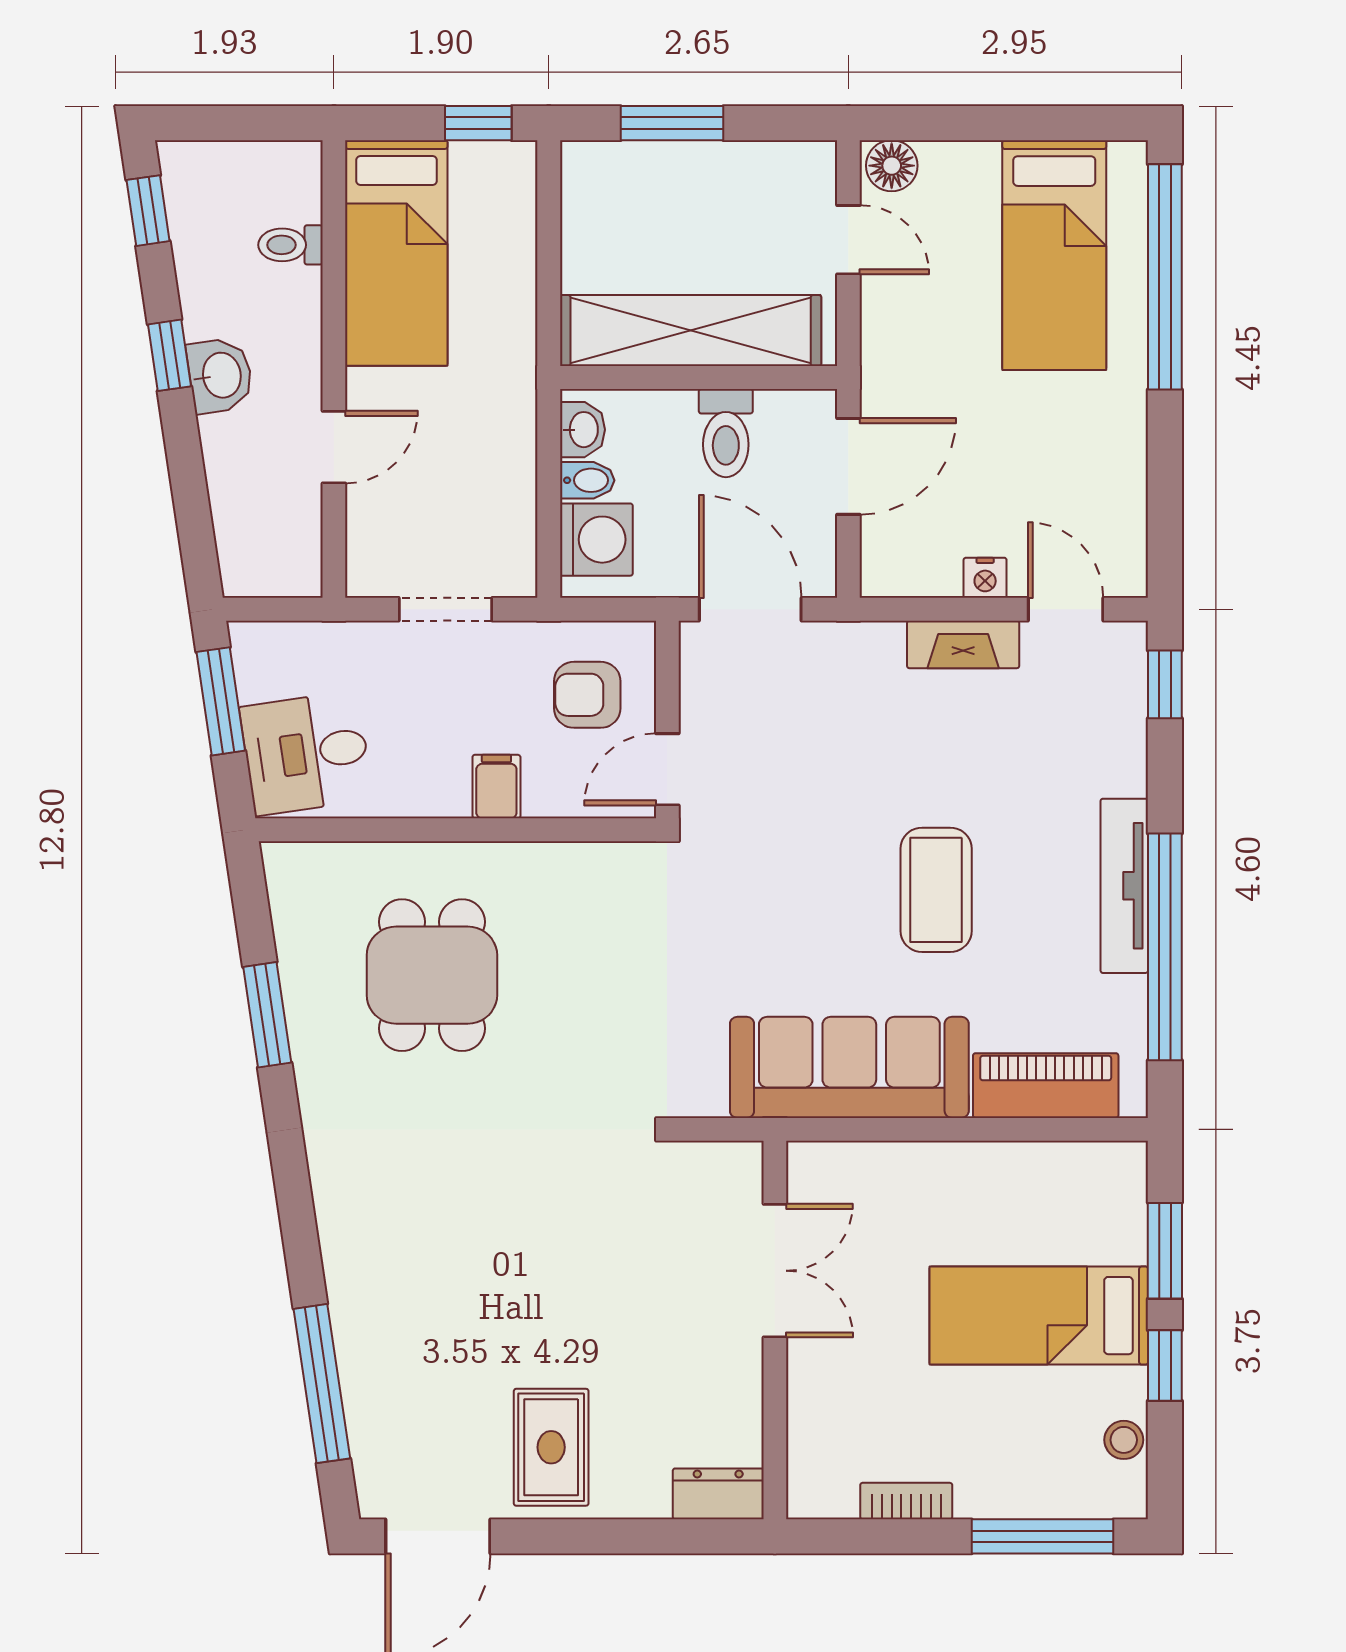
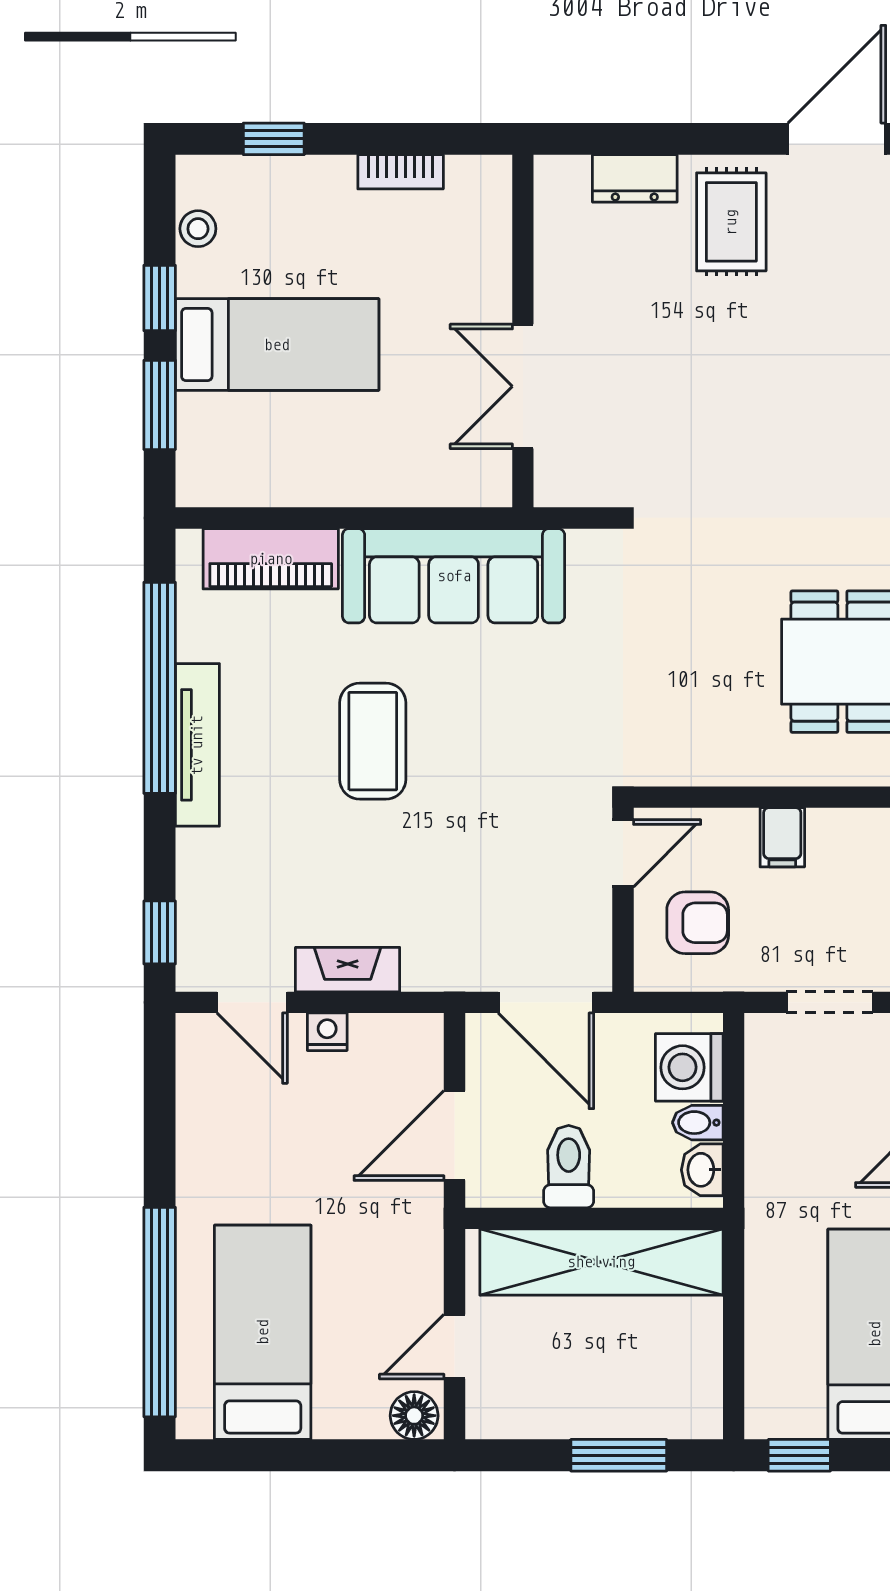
door: (848, 240) -> (454, 1347), hinge flipped
dresser: (718, 1494) -> (635, 178), moved
window: (1042, 1536) -> (274, 139), width x0.46

